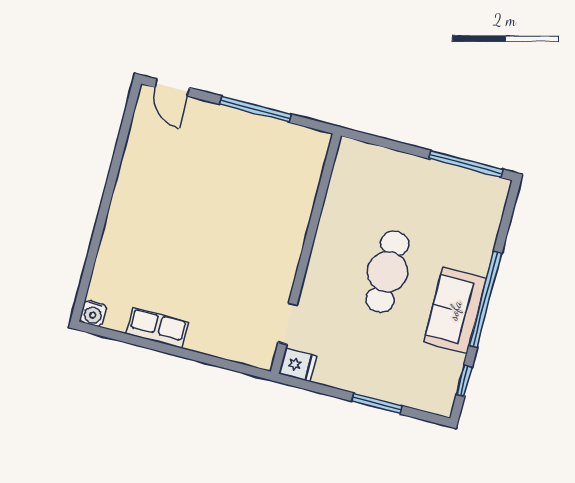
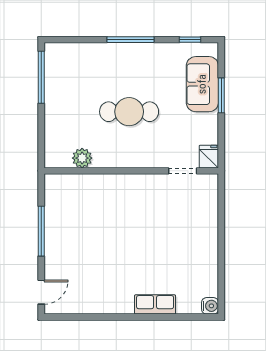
plant: (341, 191) -> (82, 158), added
window: (485, 299) -> (131, 40), width x0.68
sofa: (455, 310) -> (202, 84), moved, turned 90
row of seats: (157, 328) -> (155, 304), moved, turned 90

